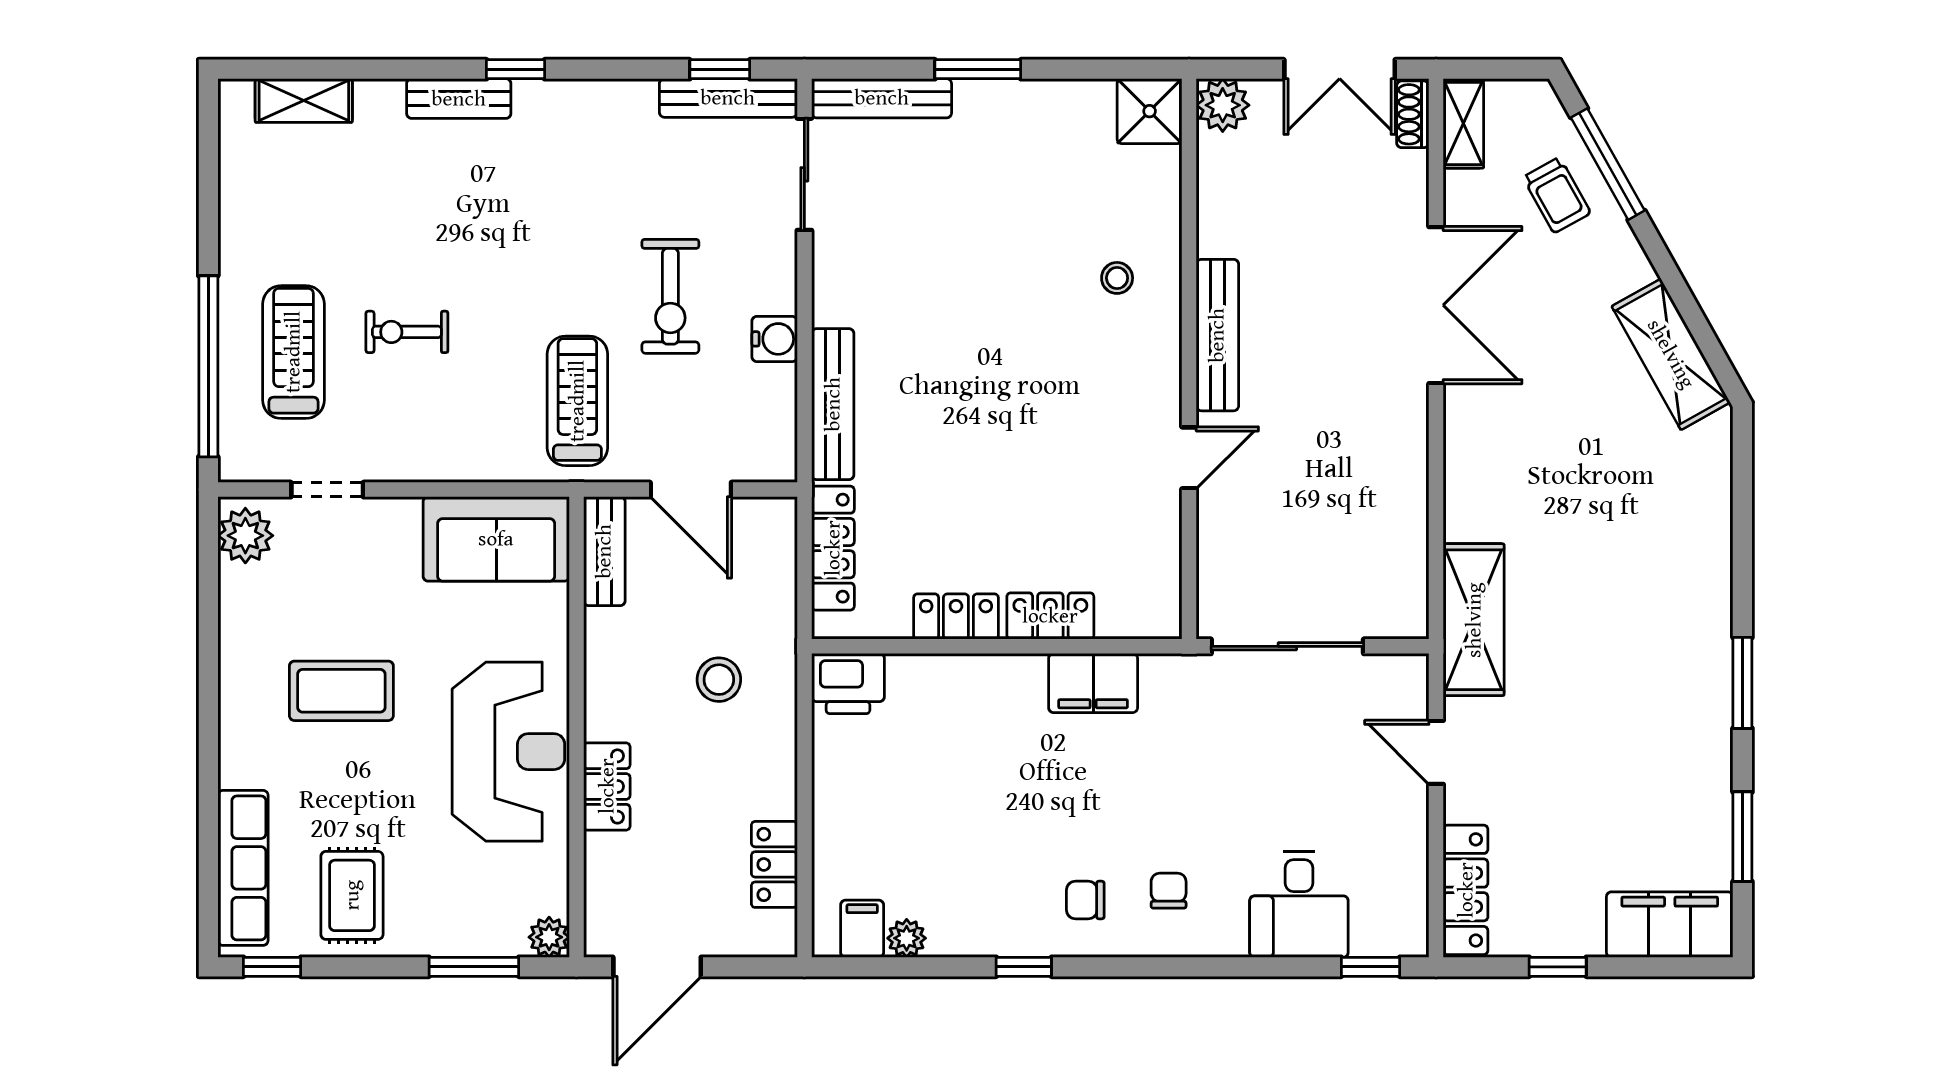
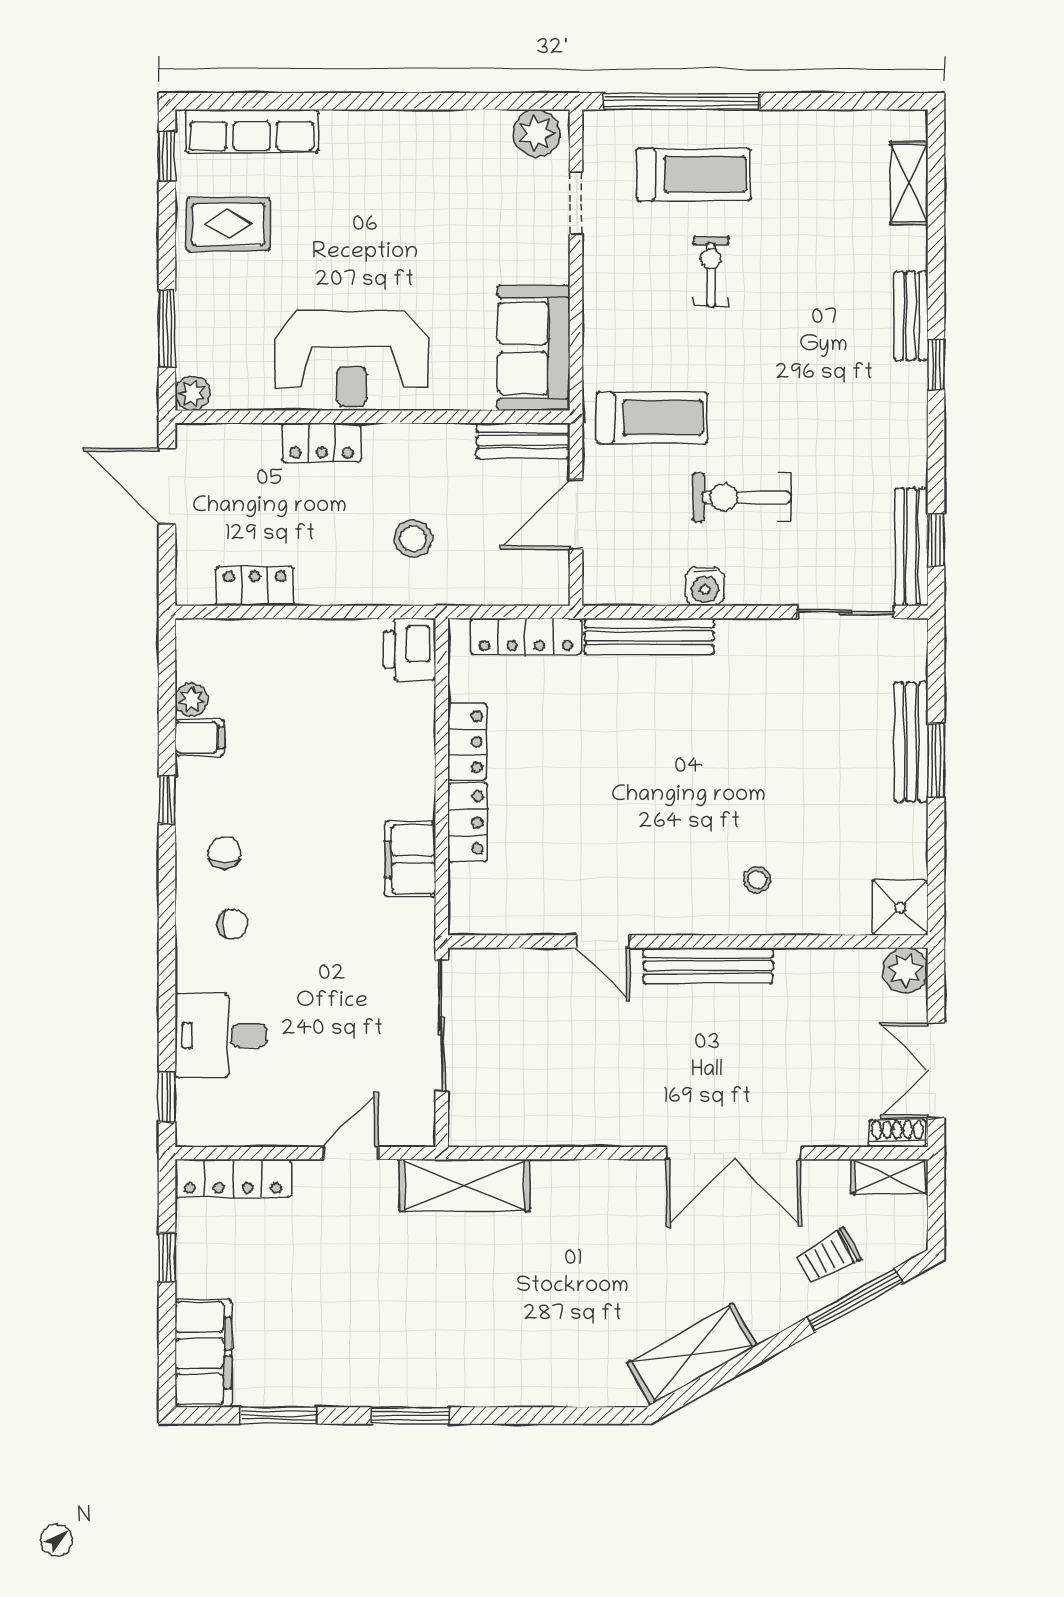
bench: (882, 98) -> (911, 742), moved
coffee table: (341, 691) -> (404, 215), removed
filing cabinet: (862, 929) -> (200, 737), moved

